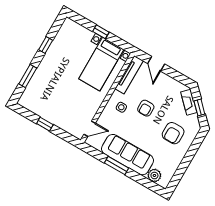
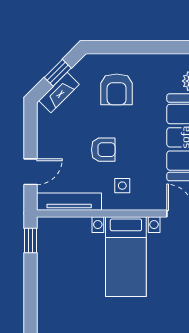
window: (101, 32) -> (31, 240), moved
bed with nightstands: (101, 64) -> (126, 257), moved, turned 90
armchair: (173, 133) -> (117, 89), turned 90

